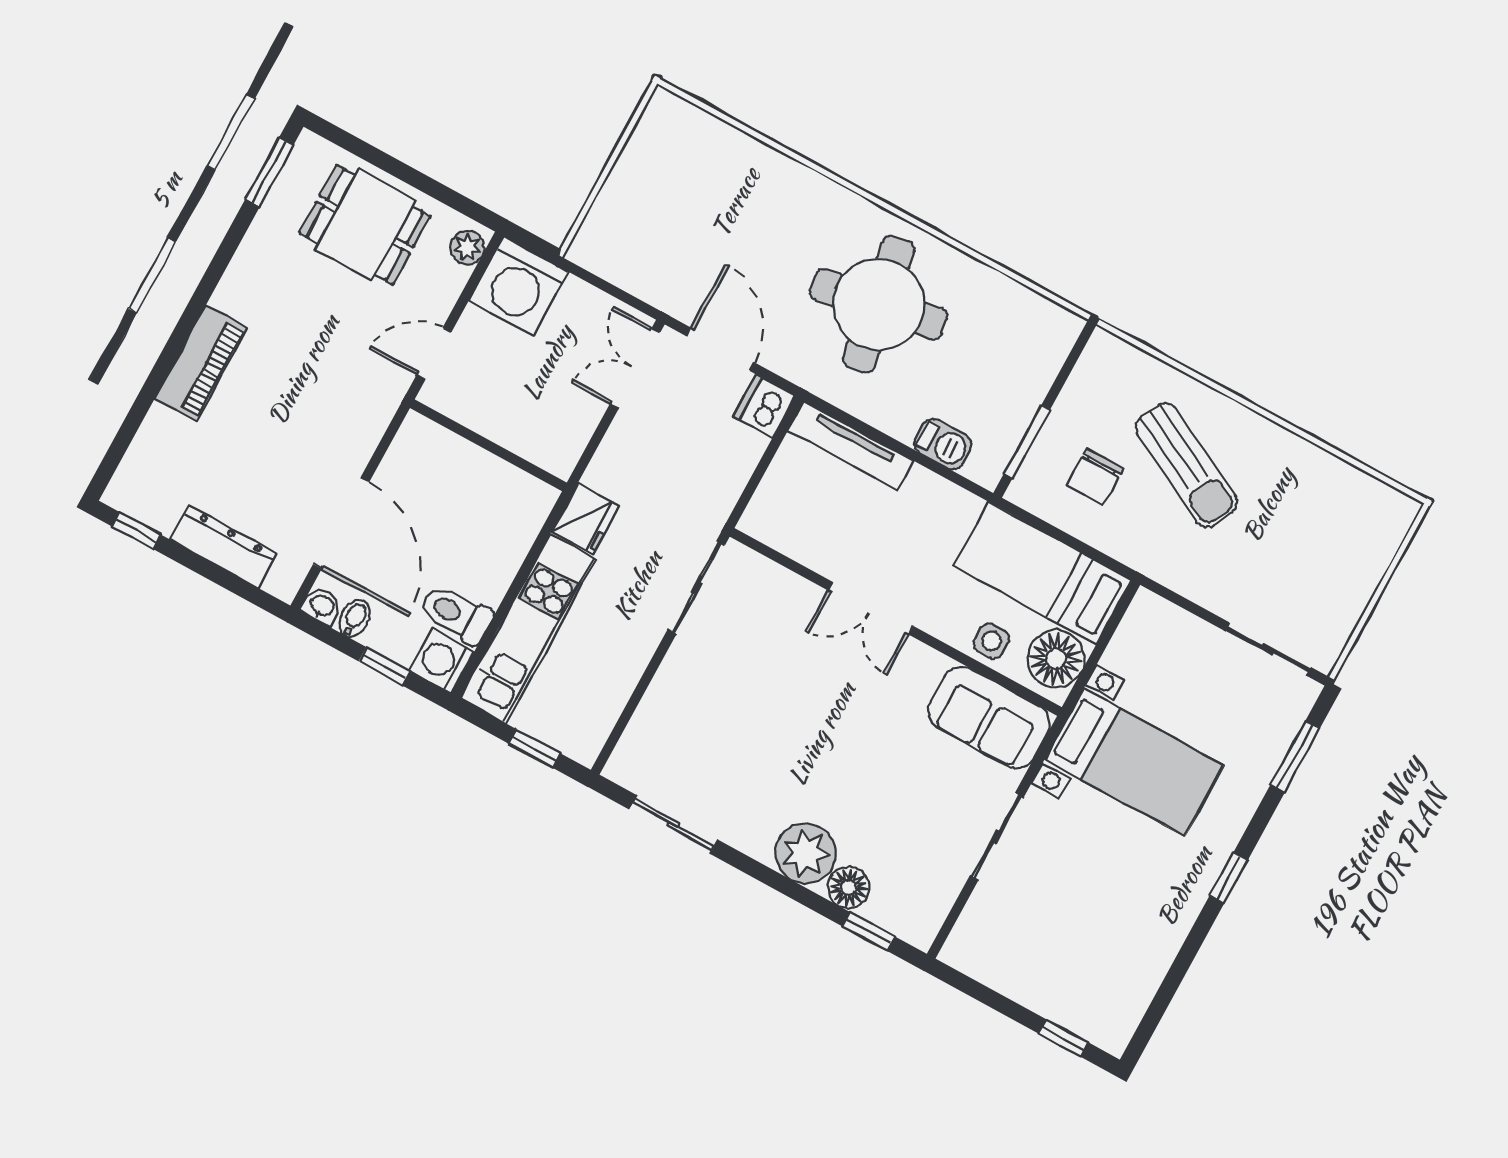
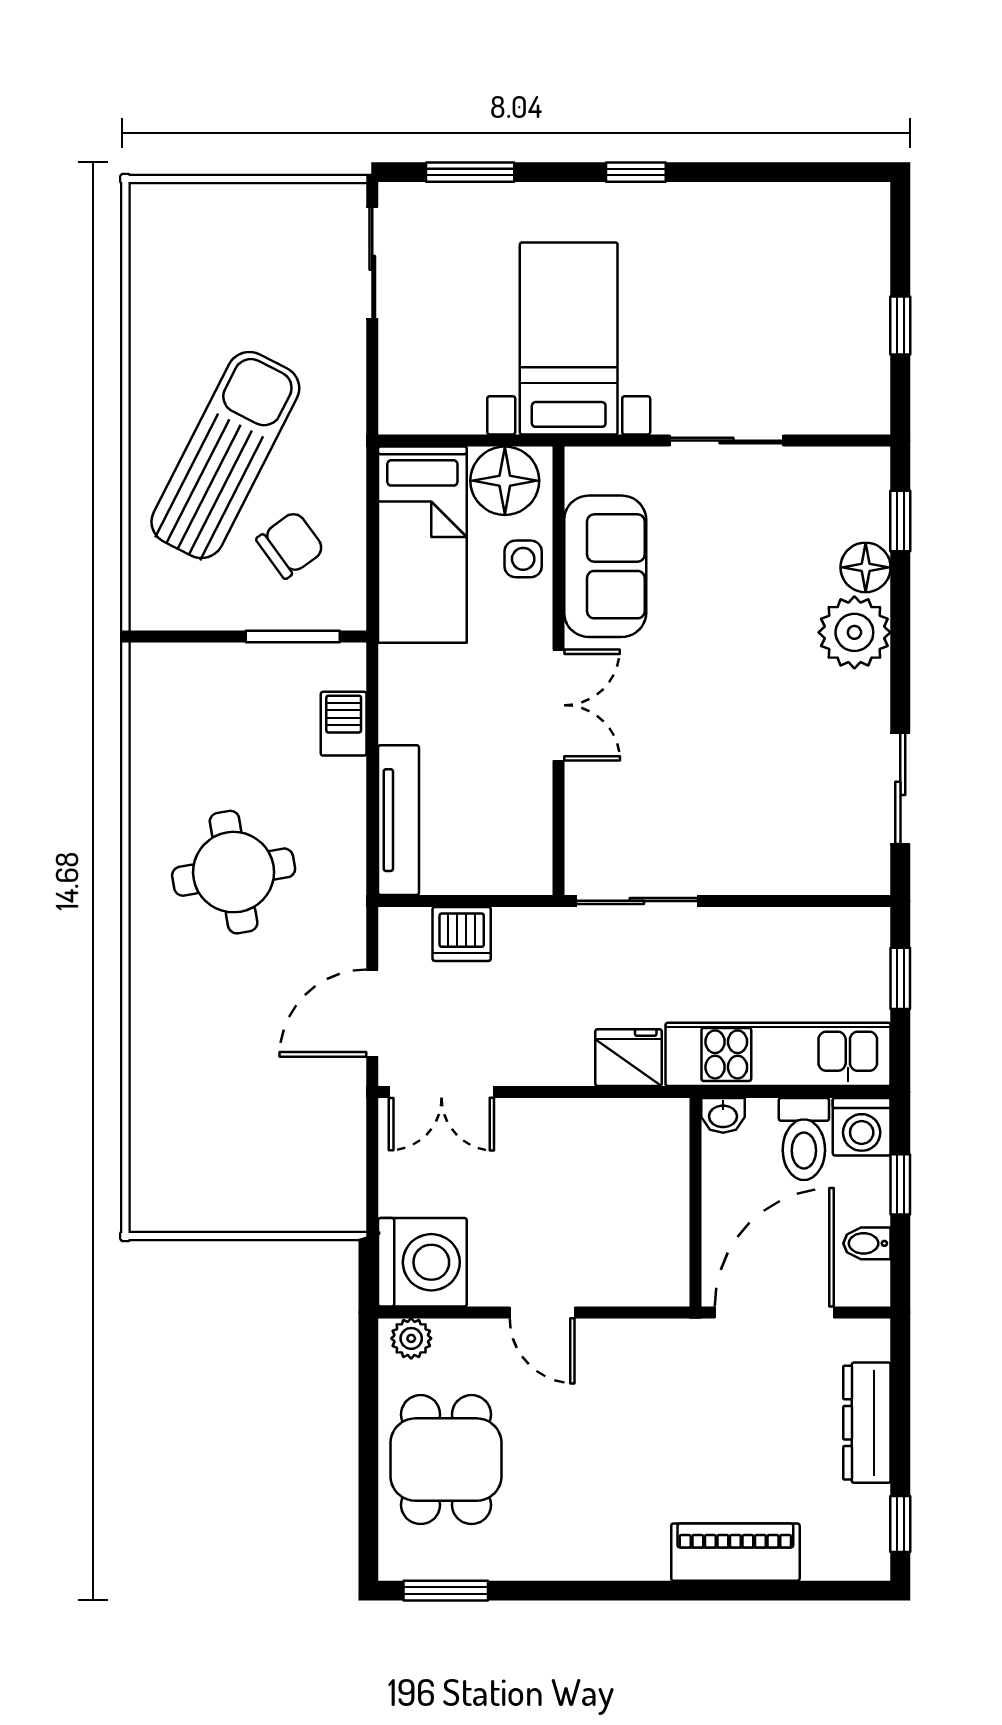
round table: (879, 304) -> (234, 872), width x0.73, depth x0.73
piano: (201, 363) -> (735, 1552), moved
dishwasher: (764, 406) -> (462, 934), moved
wall: (488, 445) -> (696, 1202), moved
sun lounger: (1186, 465) -> (225, 455), width x1.36, depth x1.34
chair: (1095, 477) -> (290, 545), turned -36
washbasin: (322, 606) -> (723, 1115), moved, turned -90
sofa: (989, 717) -> (605, 566), moved
window: (1064, 1038) -> (900, 325), moved

